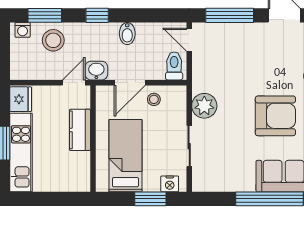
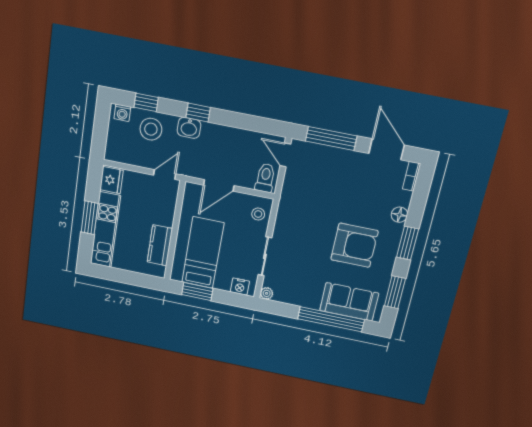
window: (45, 15) -> (146, 102), width x0.67
bidet: (127, 34) -> (225, 137), removed
washbasin: (96, 71) -> (189, 128), moved, turned 180
stool: (154, 99) -> (258, 214), moved
plant: (204, 106) -> (267, 293), moved, width x0.53, depth x0.53
kitchen counter: (80, 130) -> (160, 245), moved
window: (150, 199) -> (197, 292), moved

